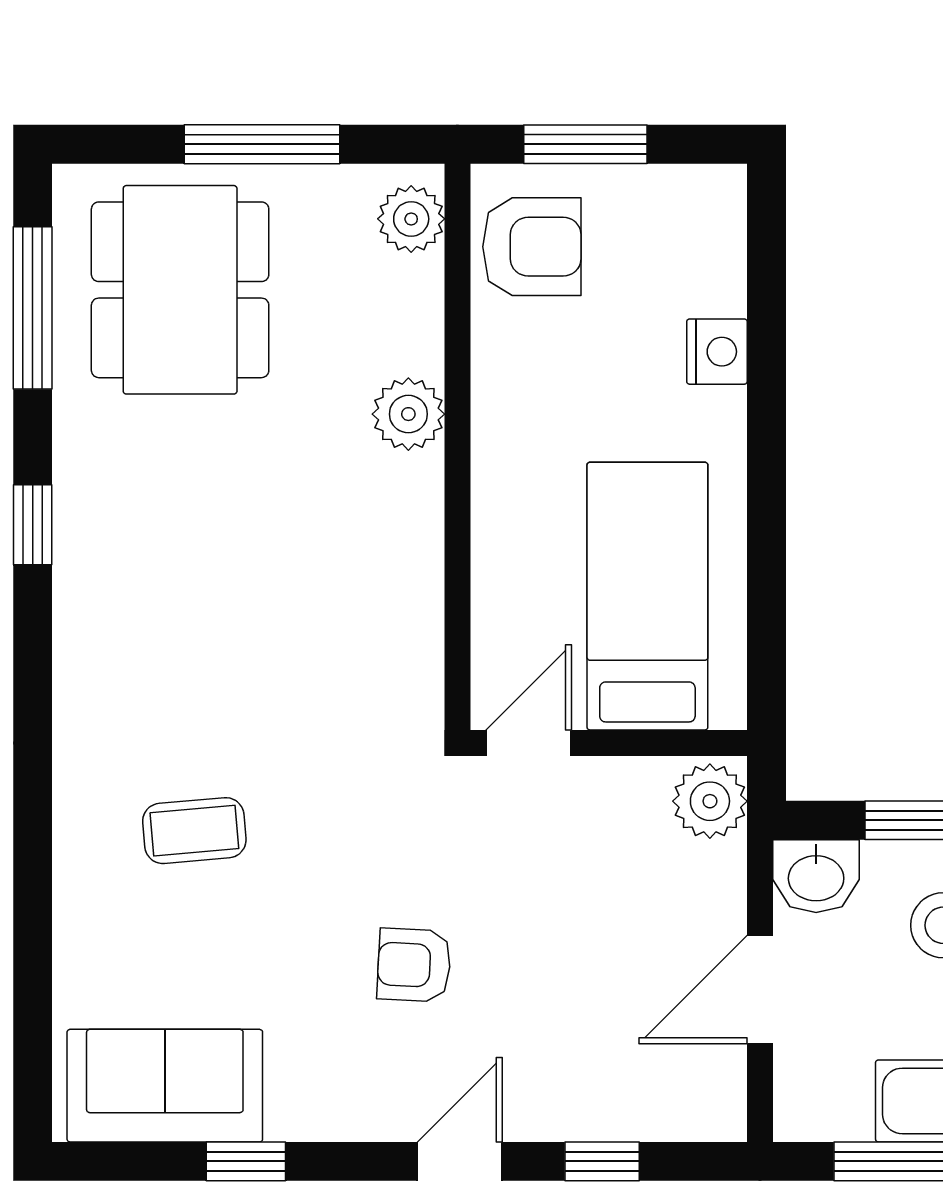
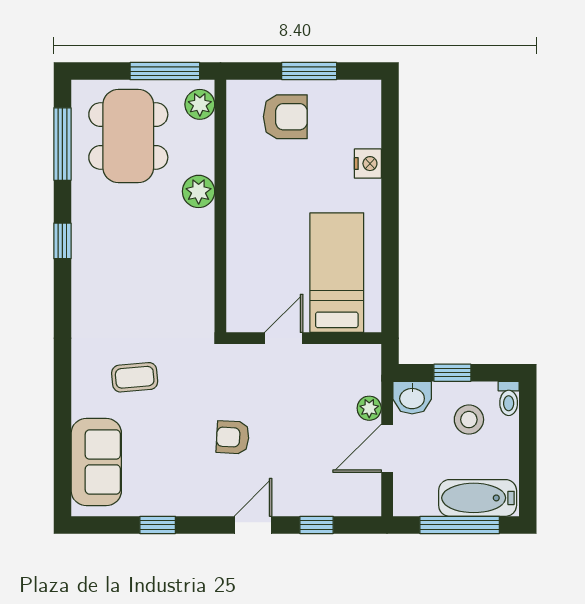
plant: (411, 219) -> (200, 104), moved
plant: (408, 414) -> (199, 191), moved
wall: (457, 447) -> (220, 206), moved
plant: (710, 801) -> (369, 408), moved, width x0.73, depth x0.73
sofa: (165, 1086) -> (96, 462), moved, turned 90

